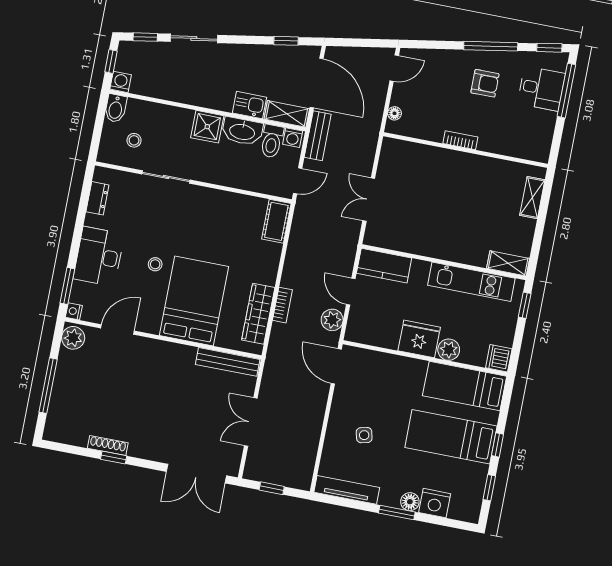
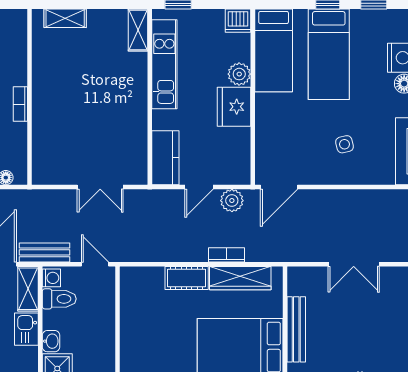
washbasin: (242, 131) -> (51, 341), width x0.52, depth x0.69
cot: (276, 221) -> (187, 278), moved
bench: (228, 362) -> (296, 329), moved

